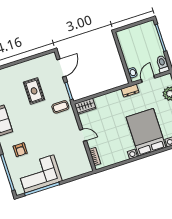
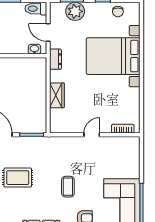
wardrobe: (85, 106) -> (57, 95), moved
coffee table: (60, 107) -> (68, 187), moved

